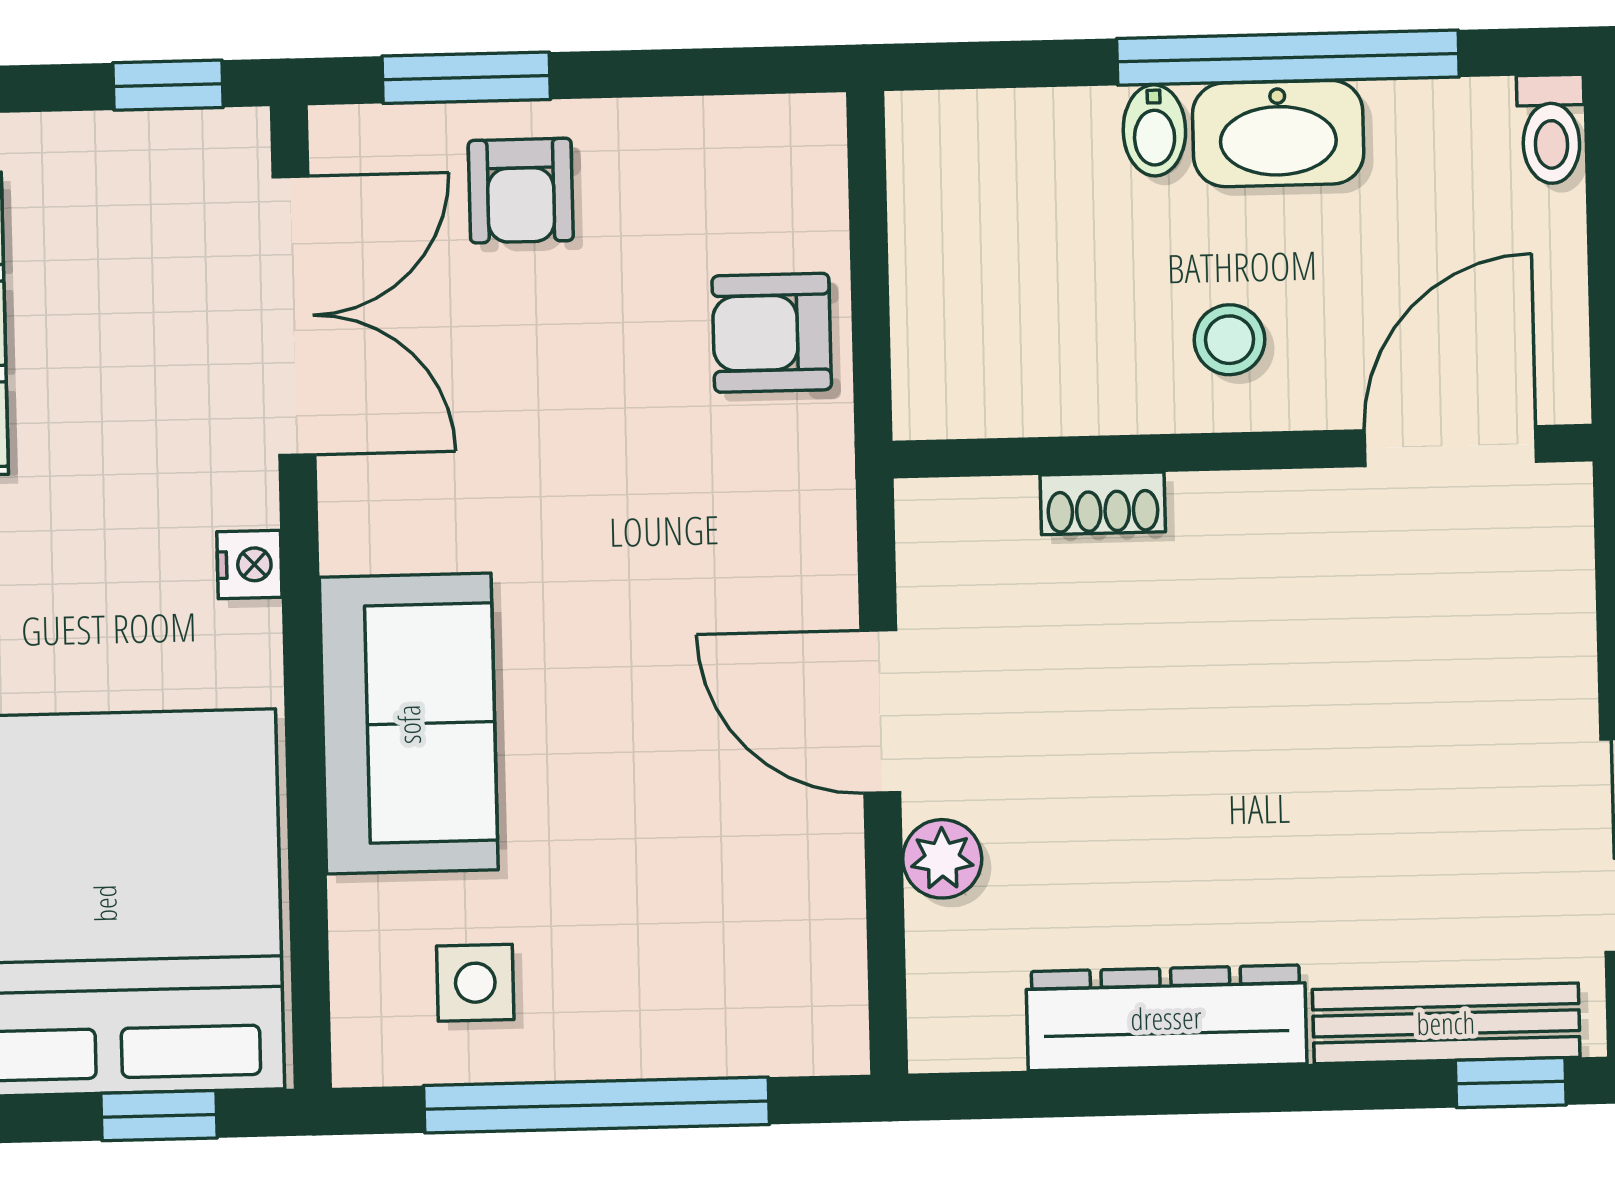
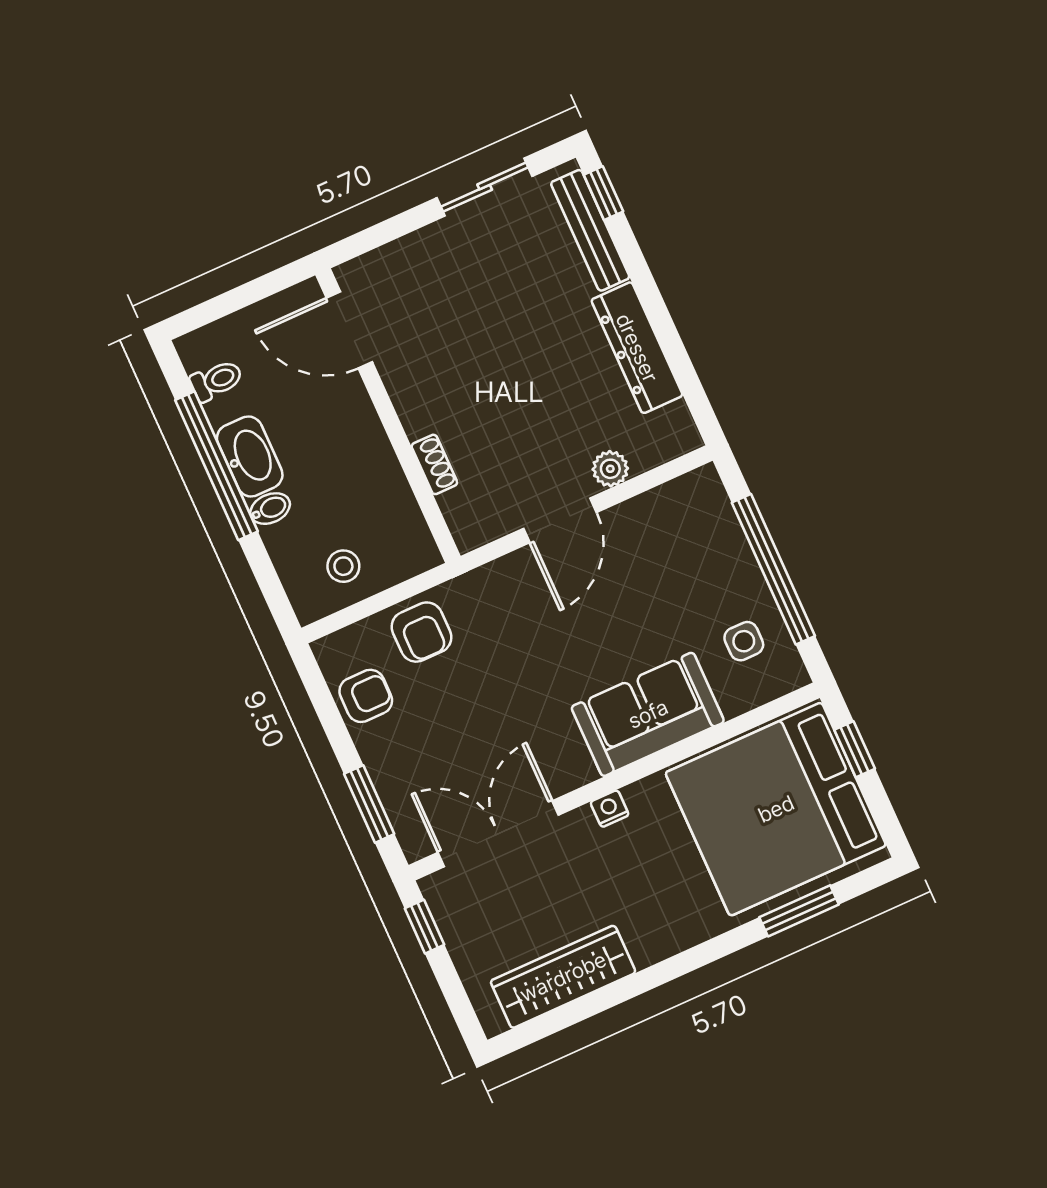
toilet: (1551, 129) -> (217, 380), moved
armchair: (521, 191) -> (366, 696), moved
stool: (1230, 340) -> (343, 566), moved

